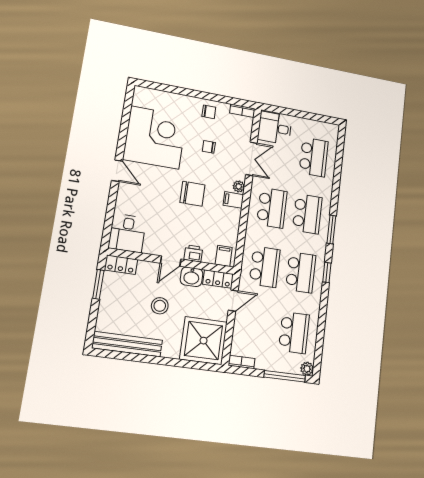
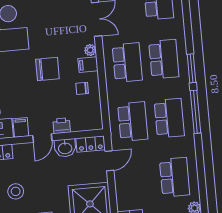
chair: (209, 147) -> (82, 88), moved
filing cabinet: (224, 256) -> (21, 127), moved
window: (327, 272) -> (195, 112), width x2.17
stool: (160, 306) -> (16, 191), moved

